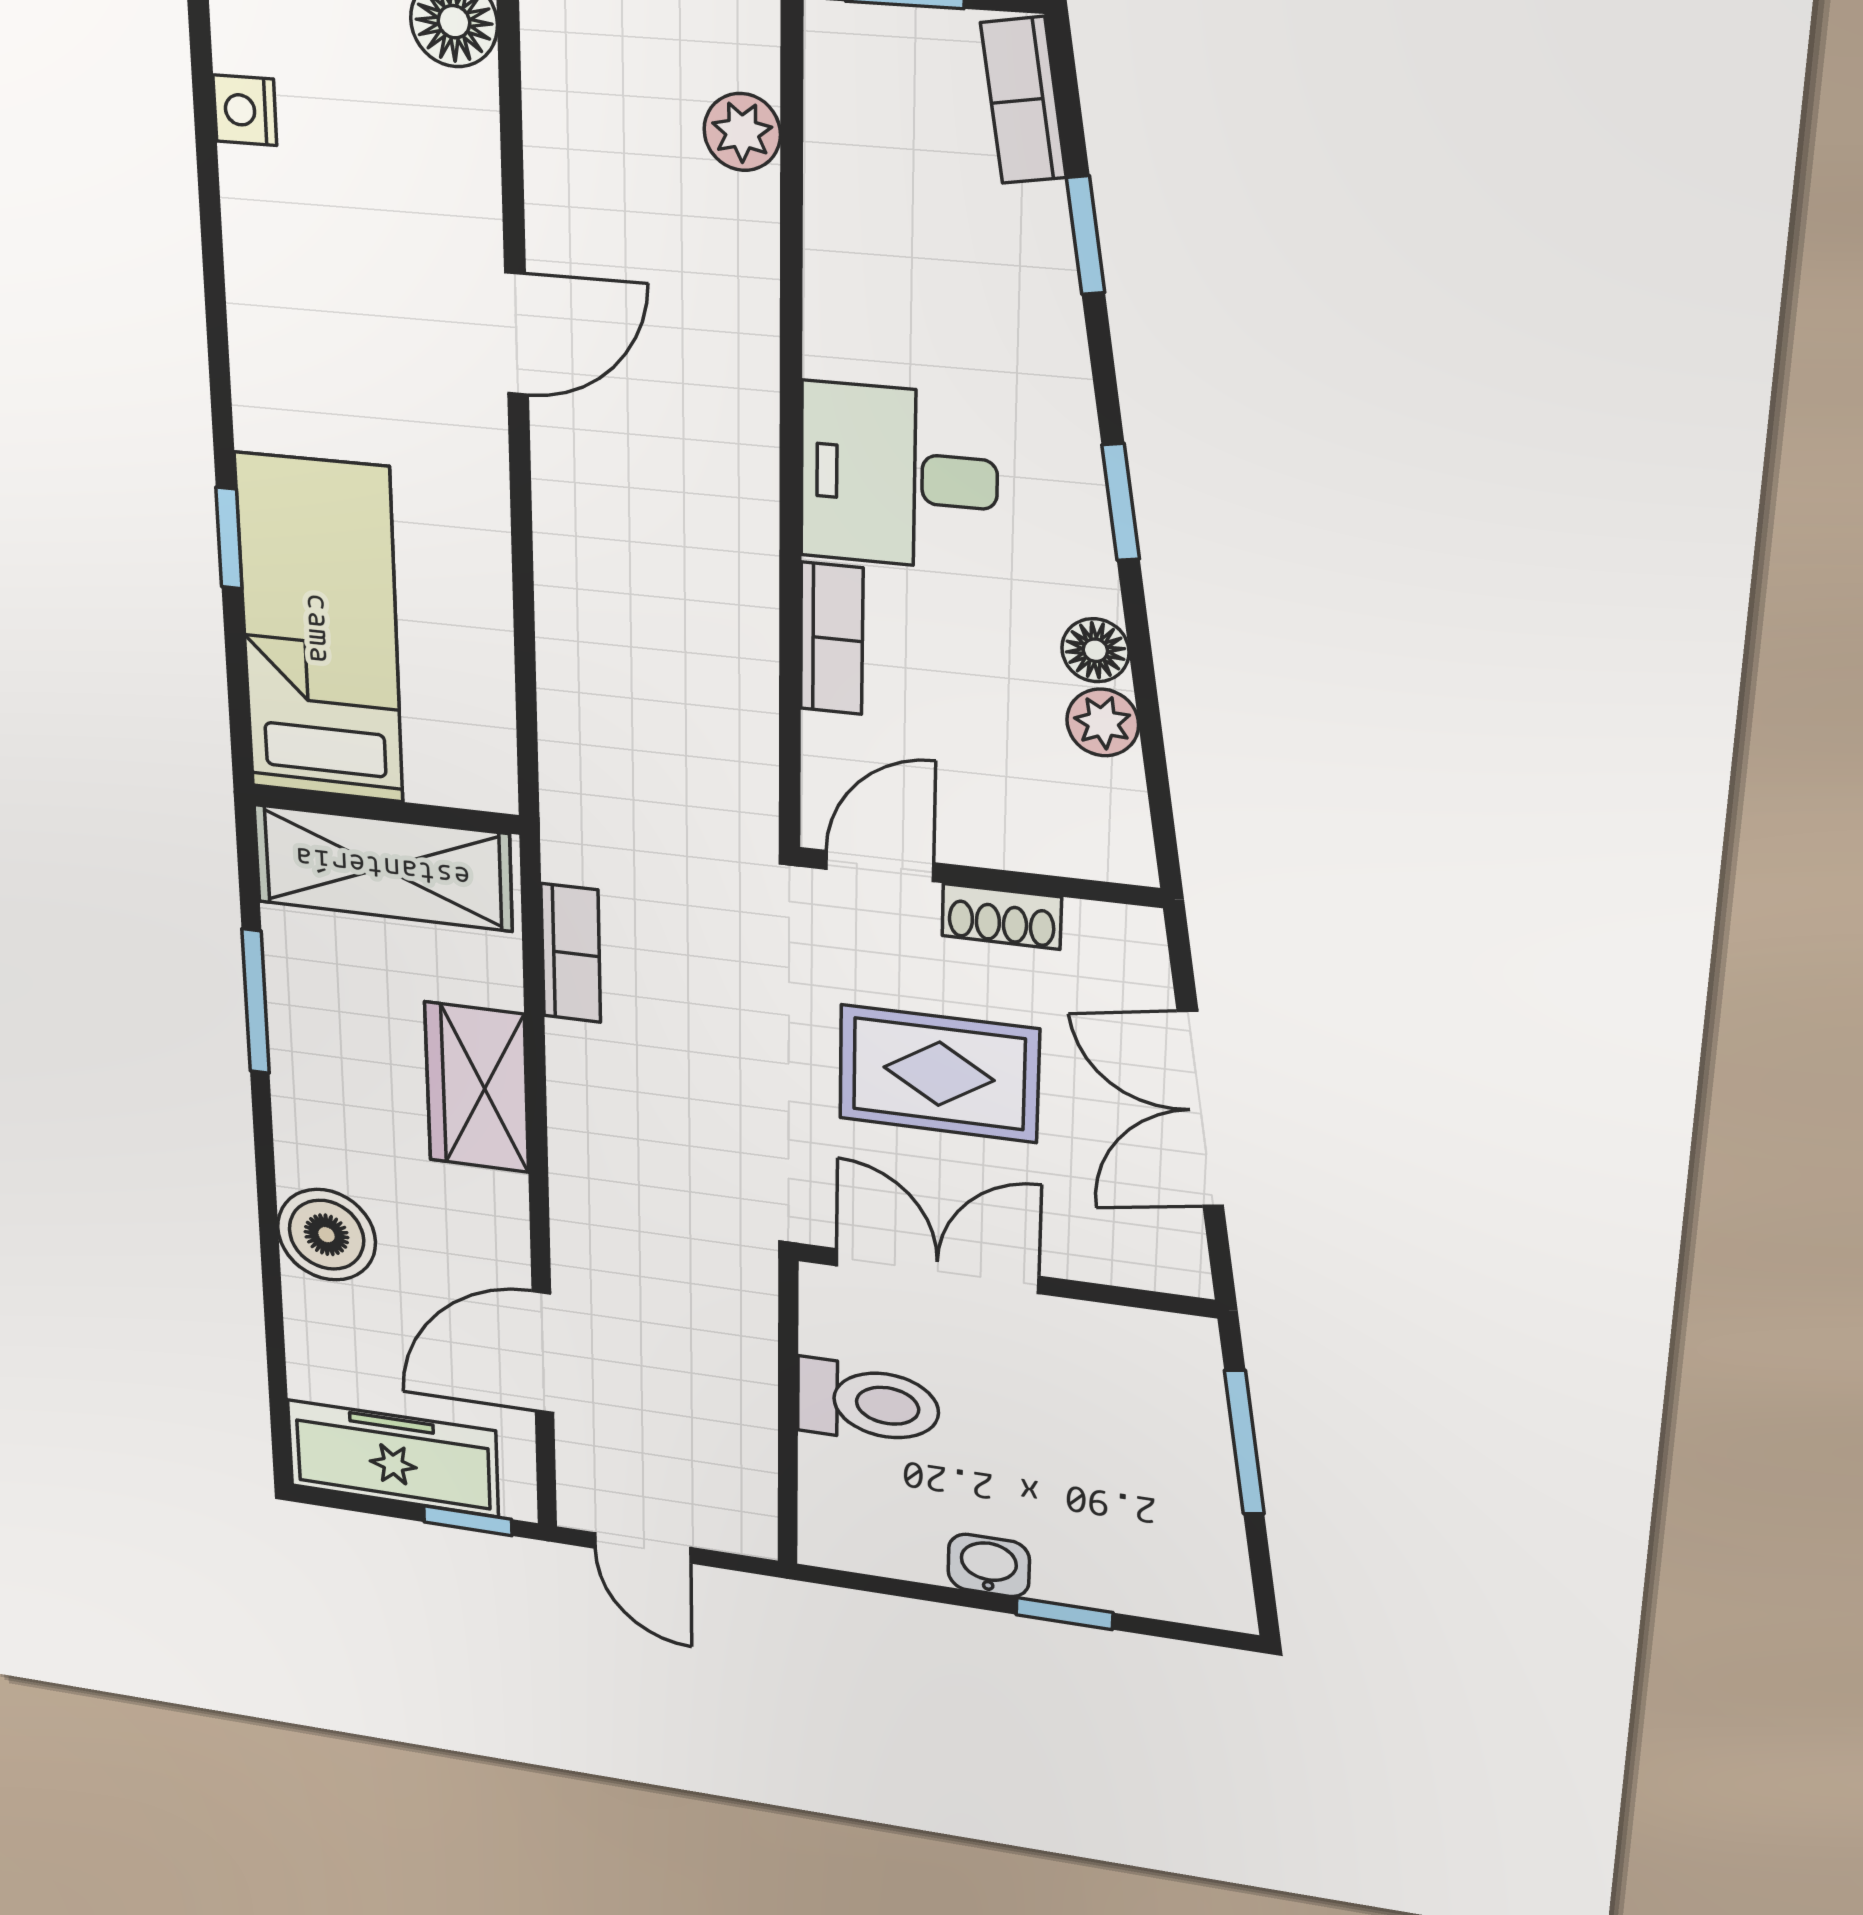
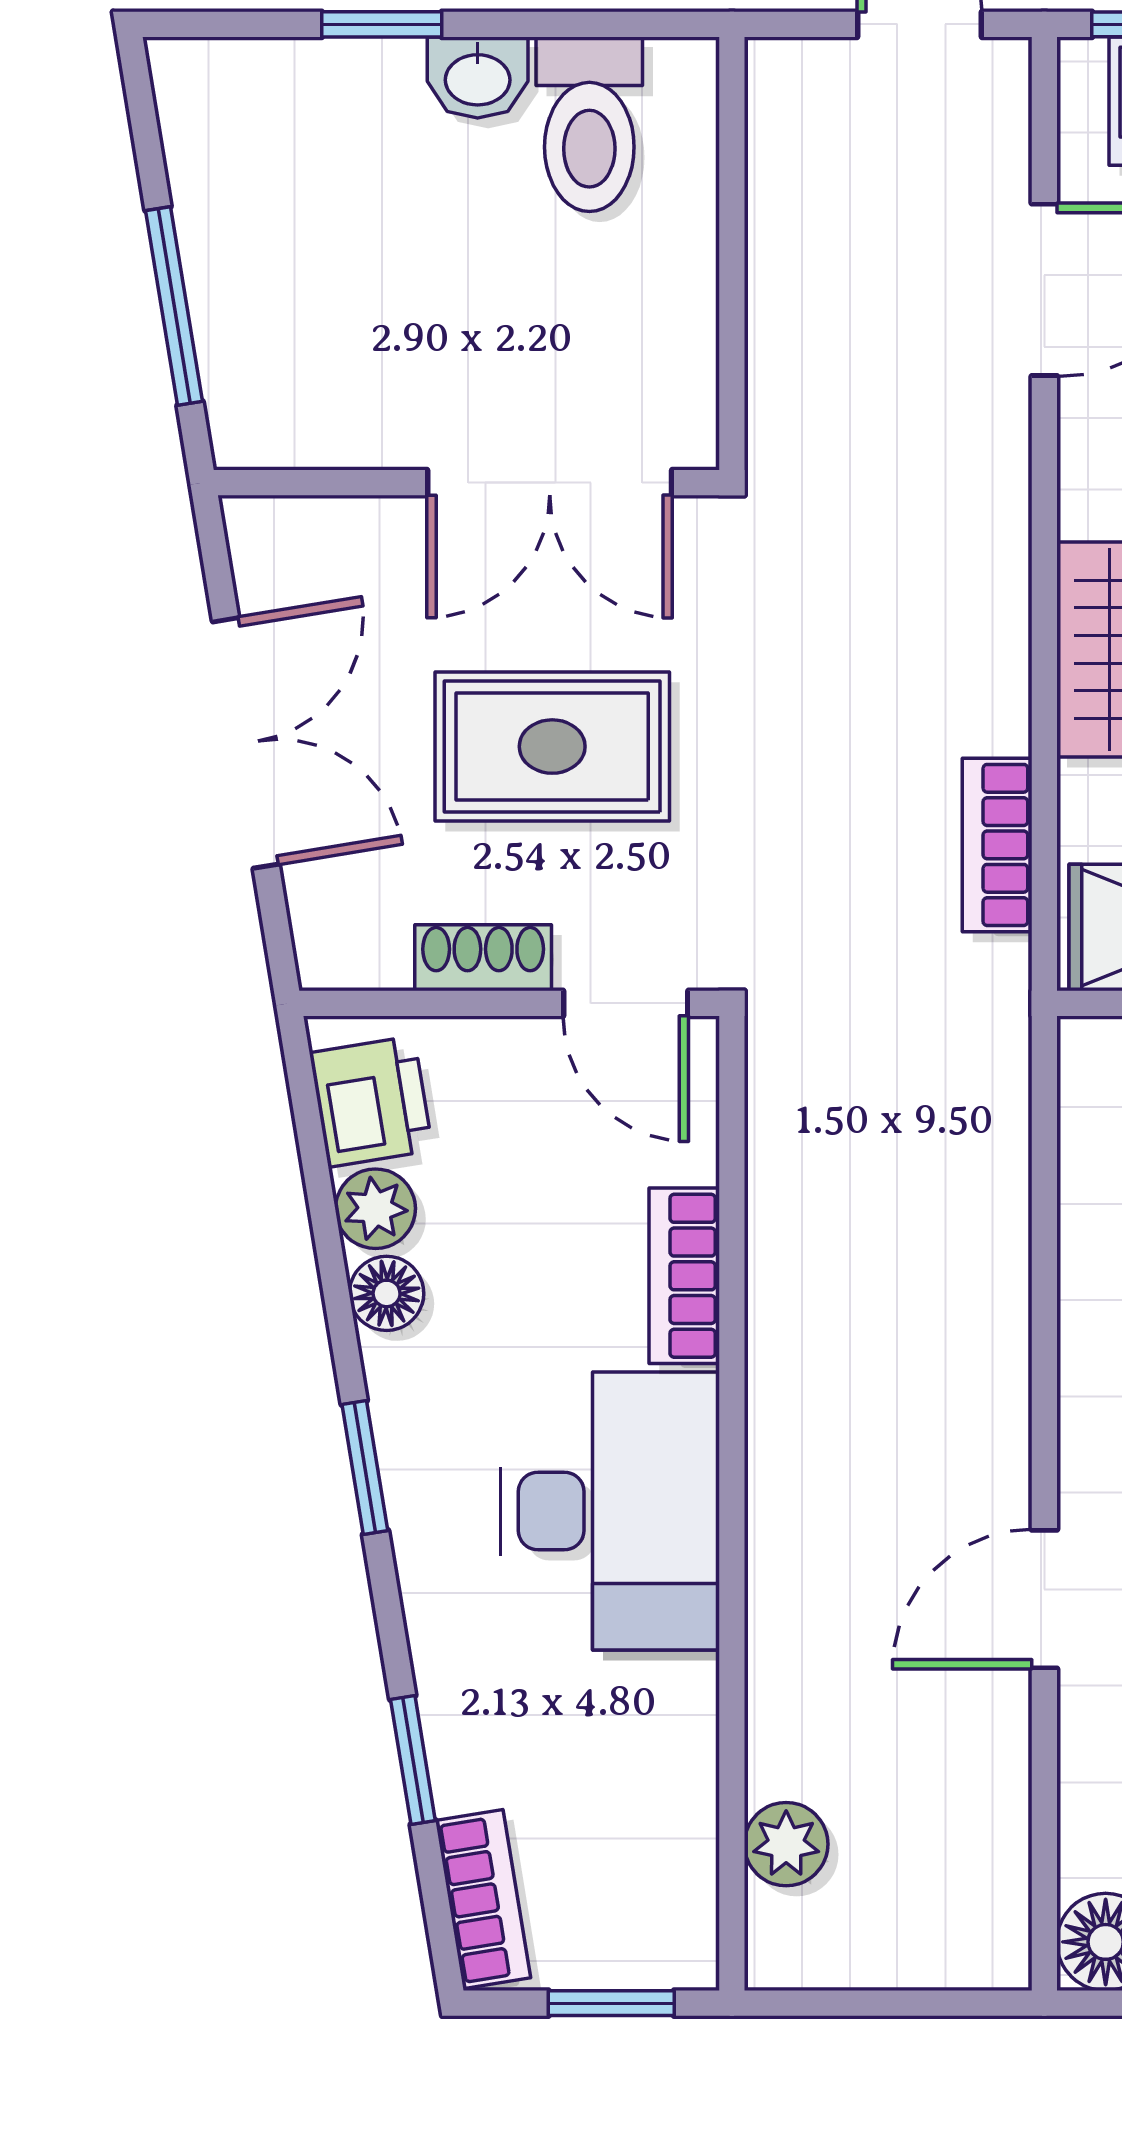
desk: (899, 477) -> (610, 1511), width x1.37
printer: (1103, 812) -> (371, 1101), added
door: (880, 866) -> (626, 1003), hinge flipped
toilet: (868, 1403) -> (589, 124), moved, turned -90

